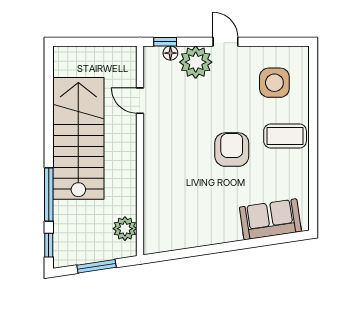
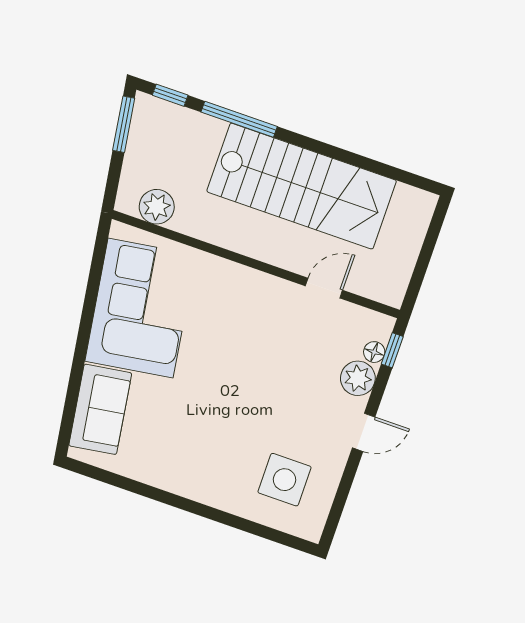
plant: (196, 62) -> (358, 378), width x0.73, depth x0.73
coffee table: (285, 136) -> (207, 469), removed
armchair: (232, 150) -> (214, 390), removed
corner sofa: (195, 216) -> (141, 308), added
window: (96, 266) -> (124, 124), moved

